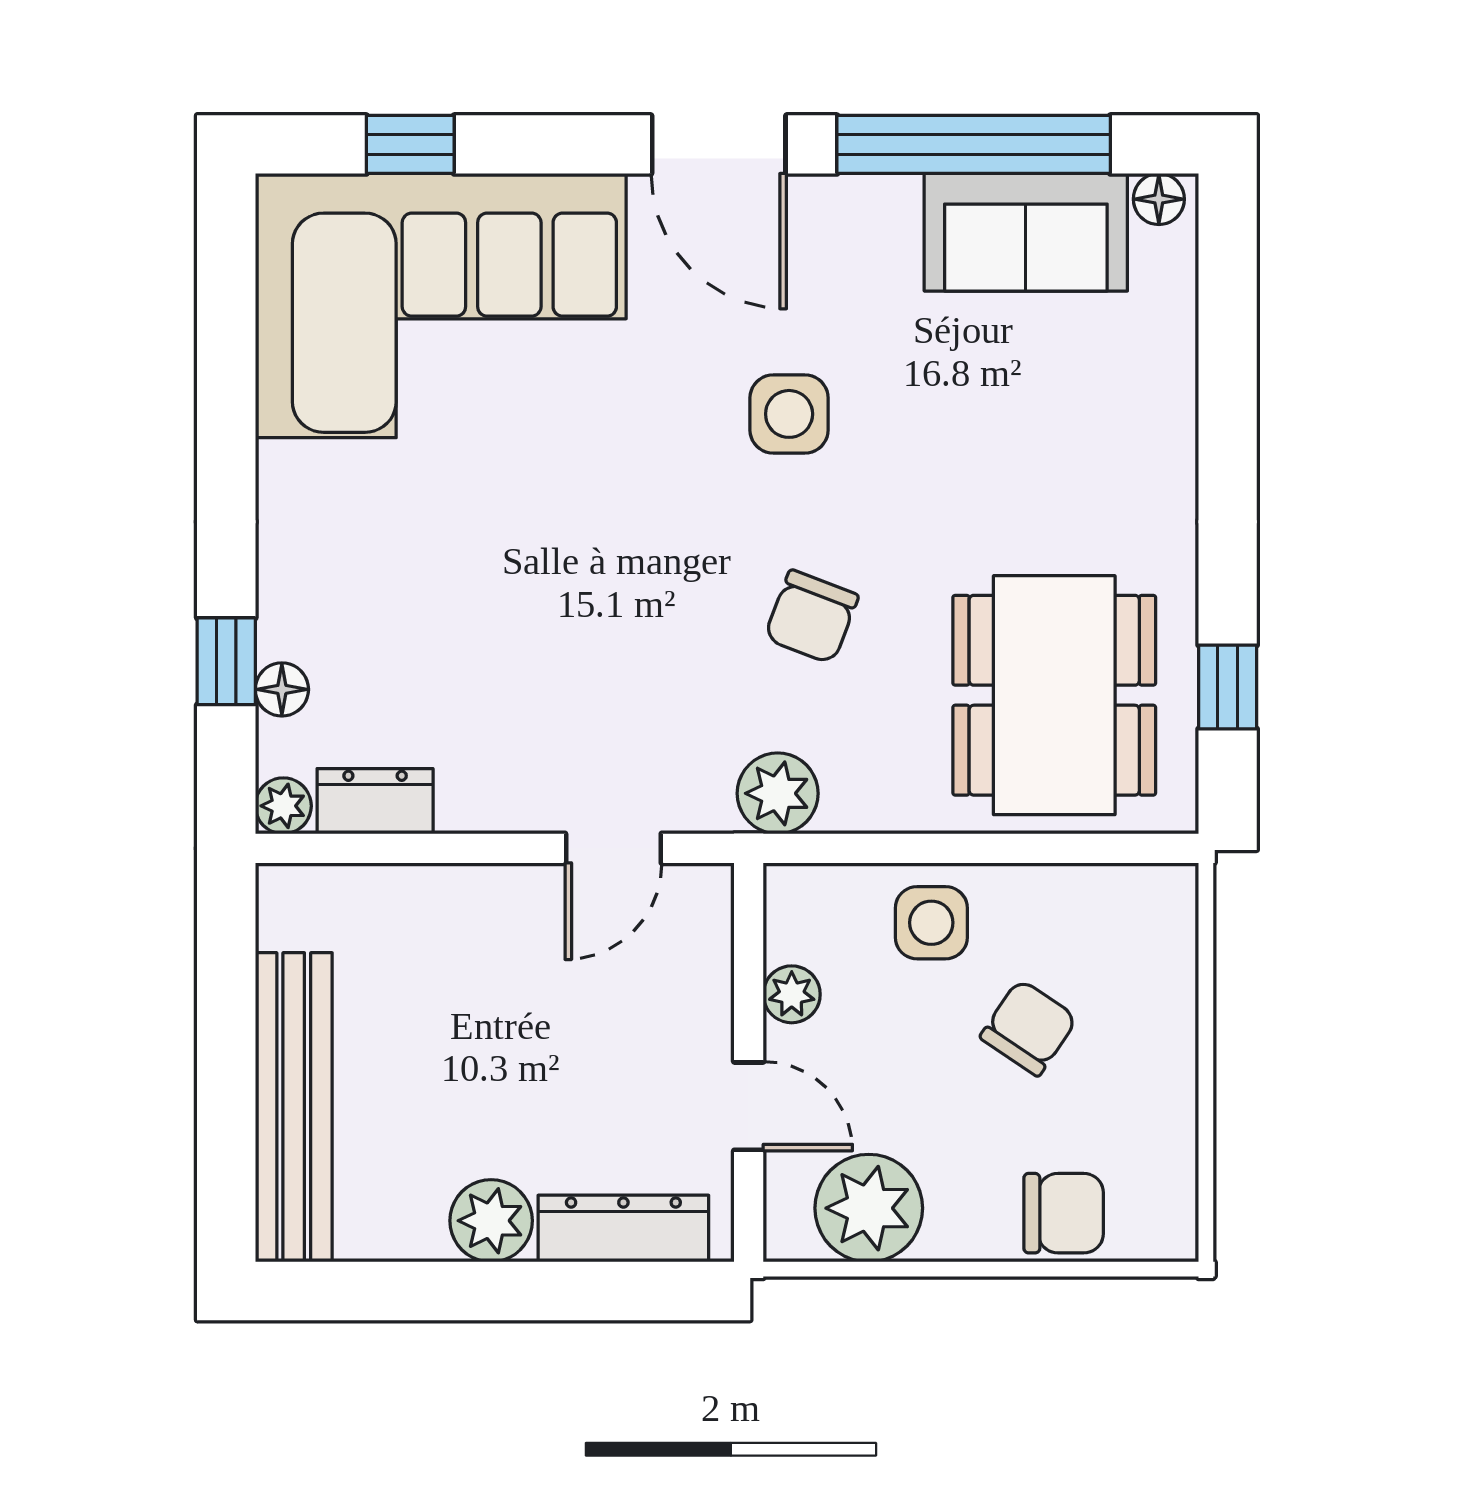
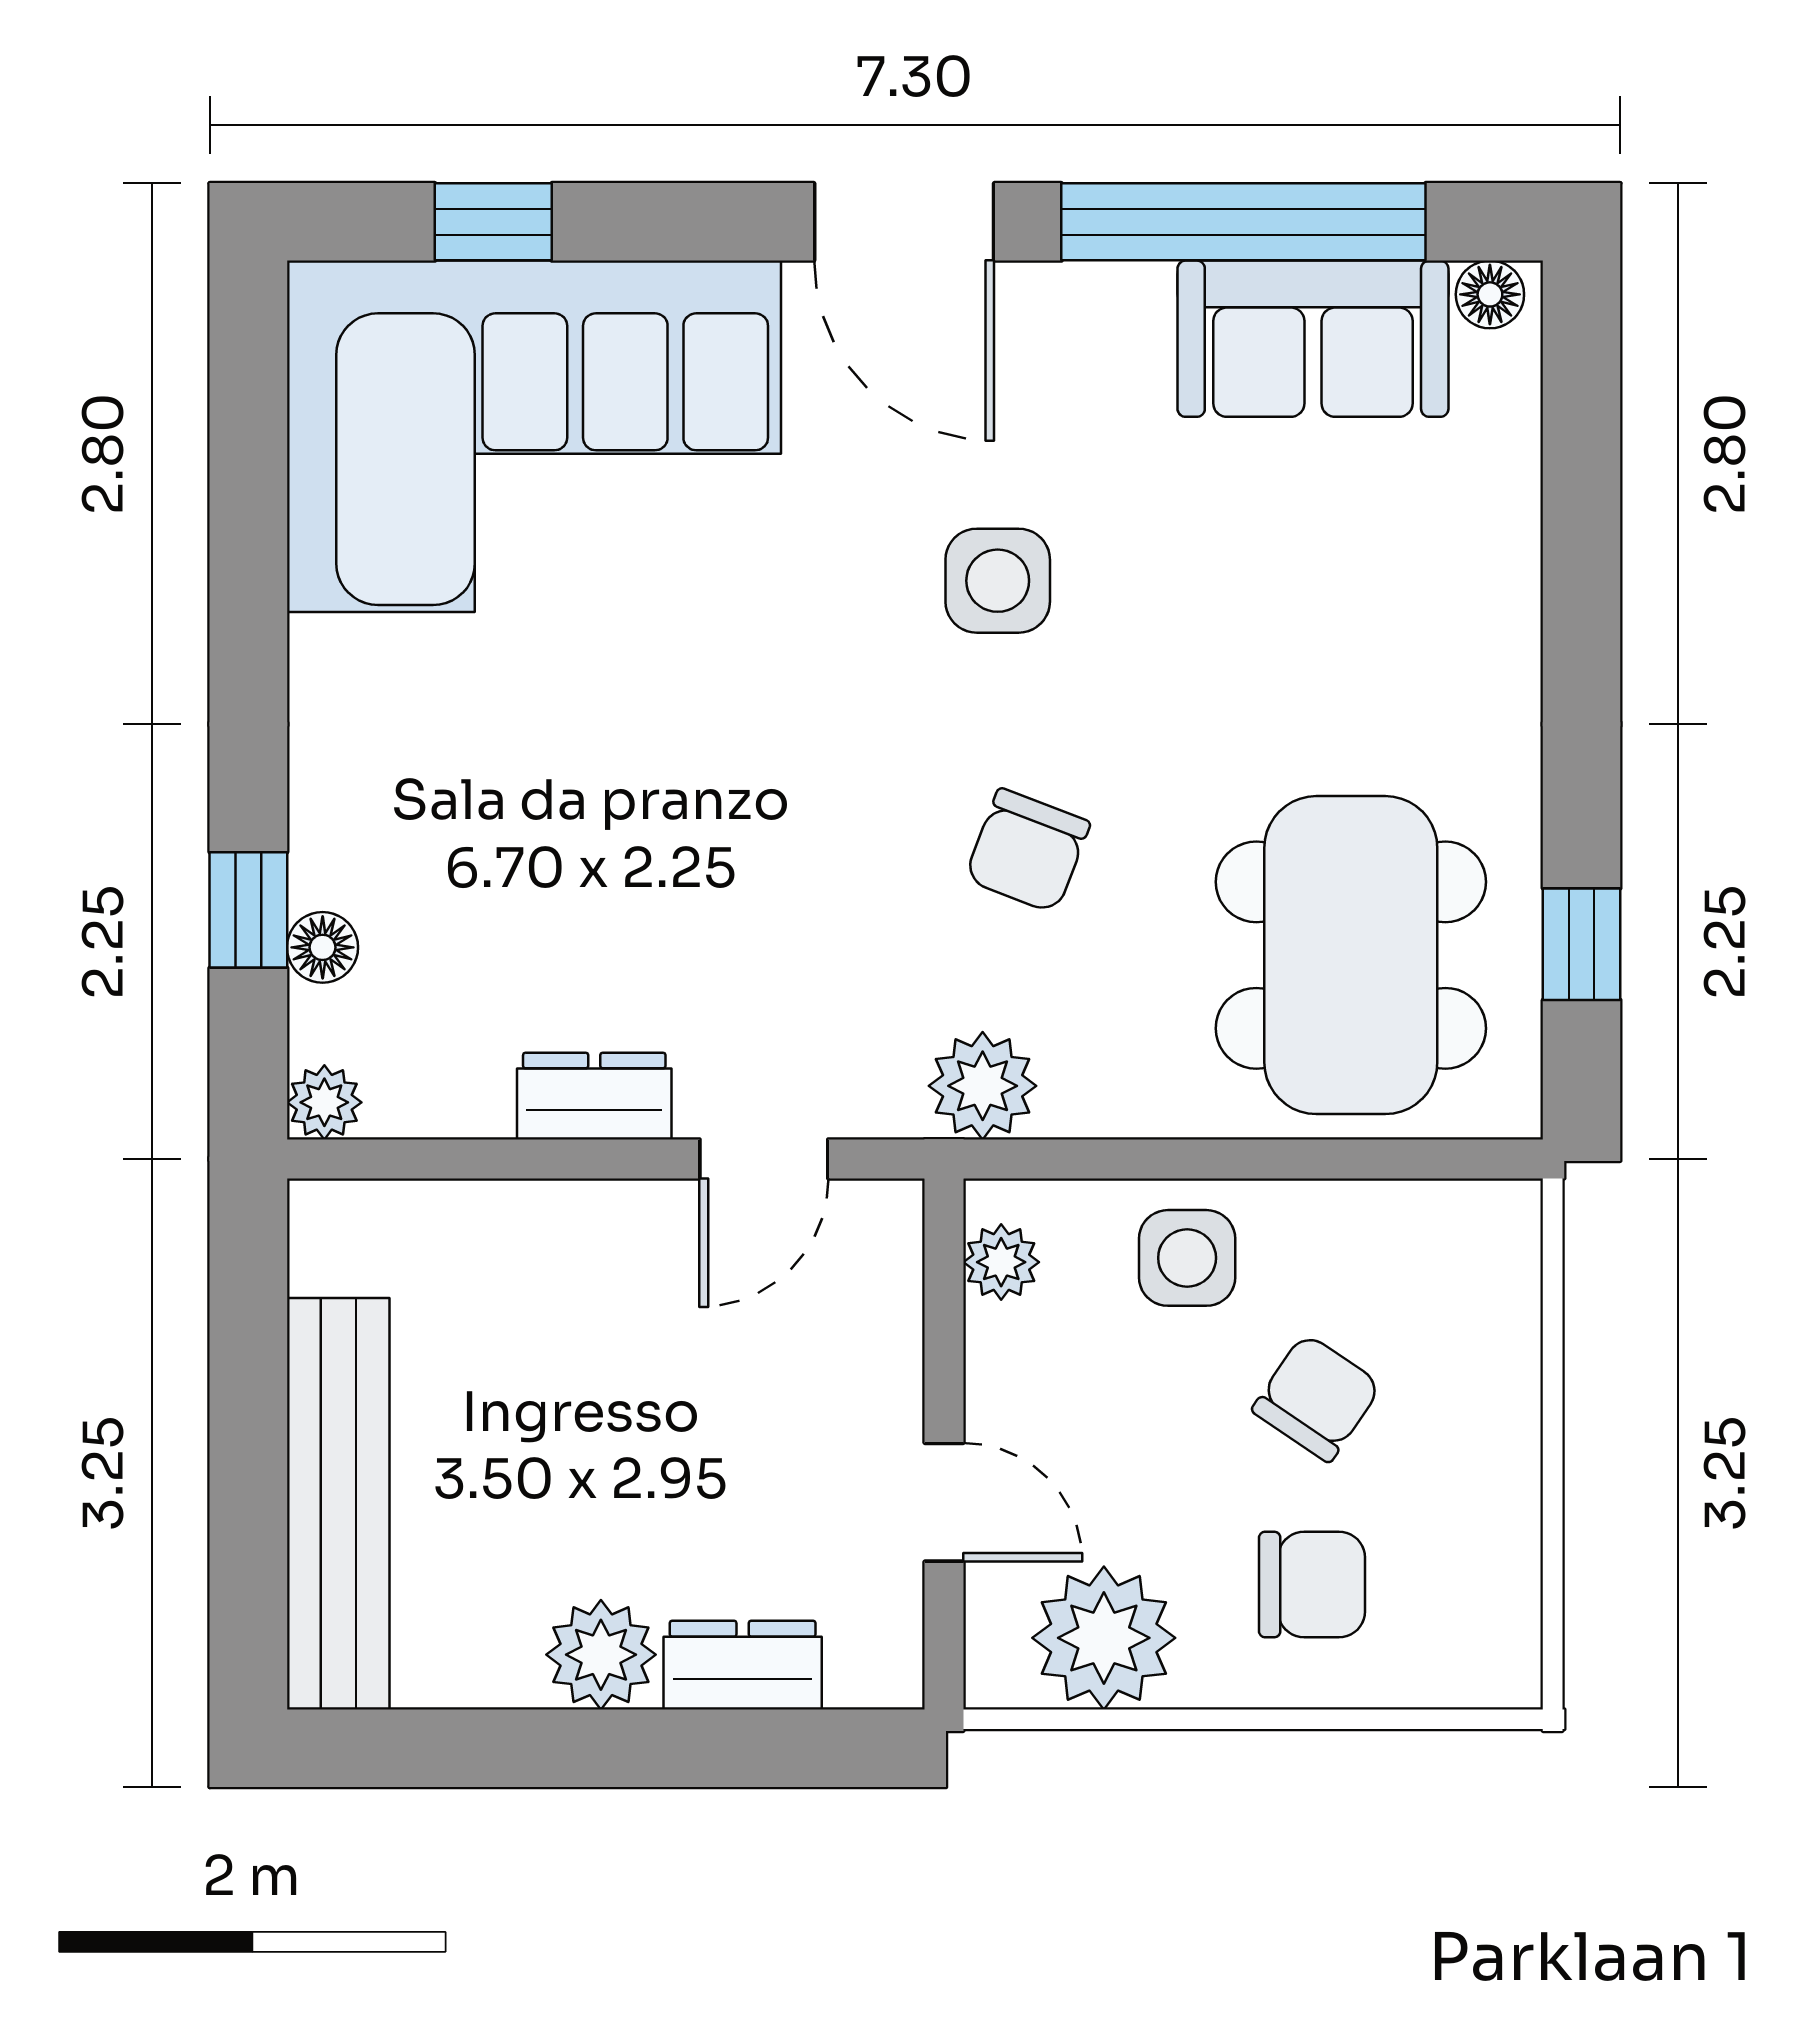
dresser: (375, 801) -> (594, 1096), moved
plant: (792, 994) -> (1001, 1262), moved
chair: (1064, 1213) -> (1312, 1584), moved
dresser: (623, 1229) -> (743, 1665), width x0.70

